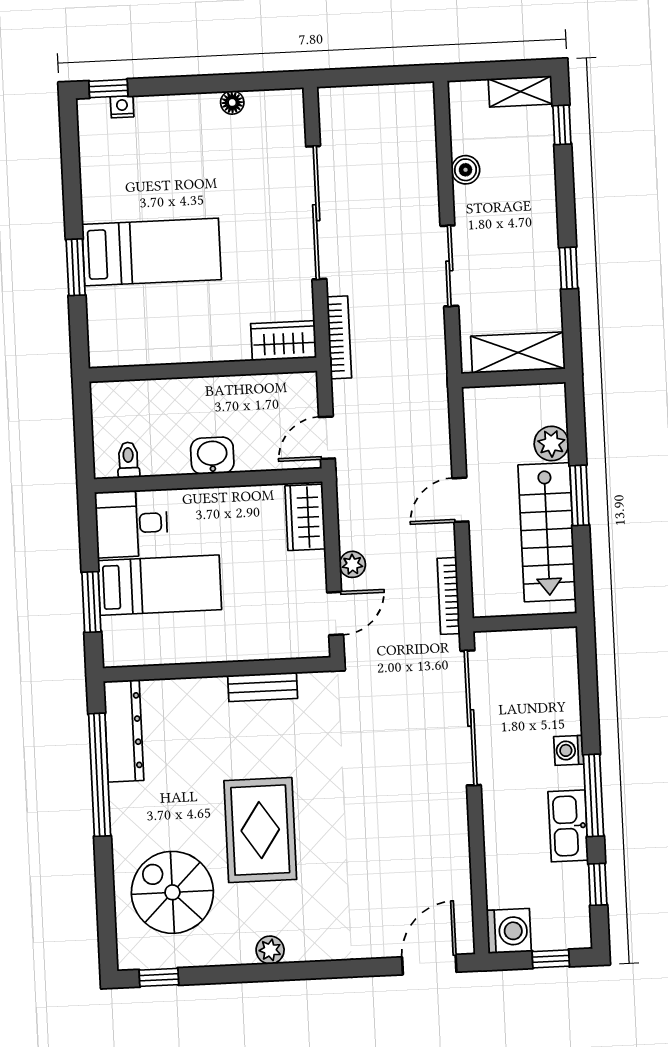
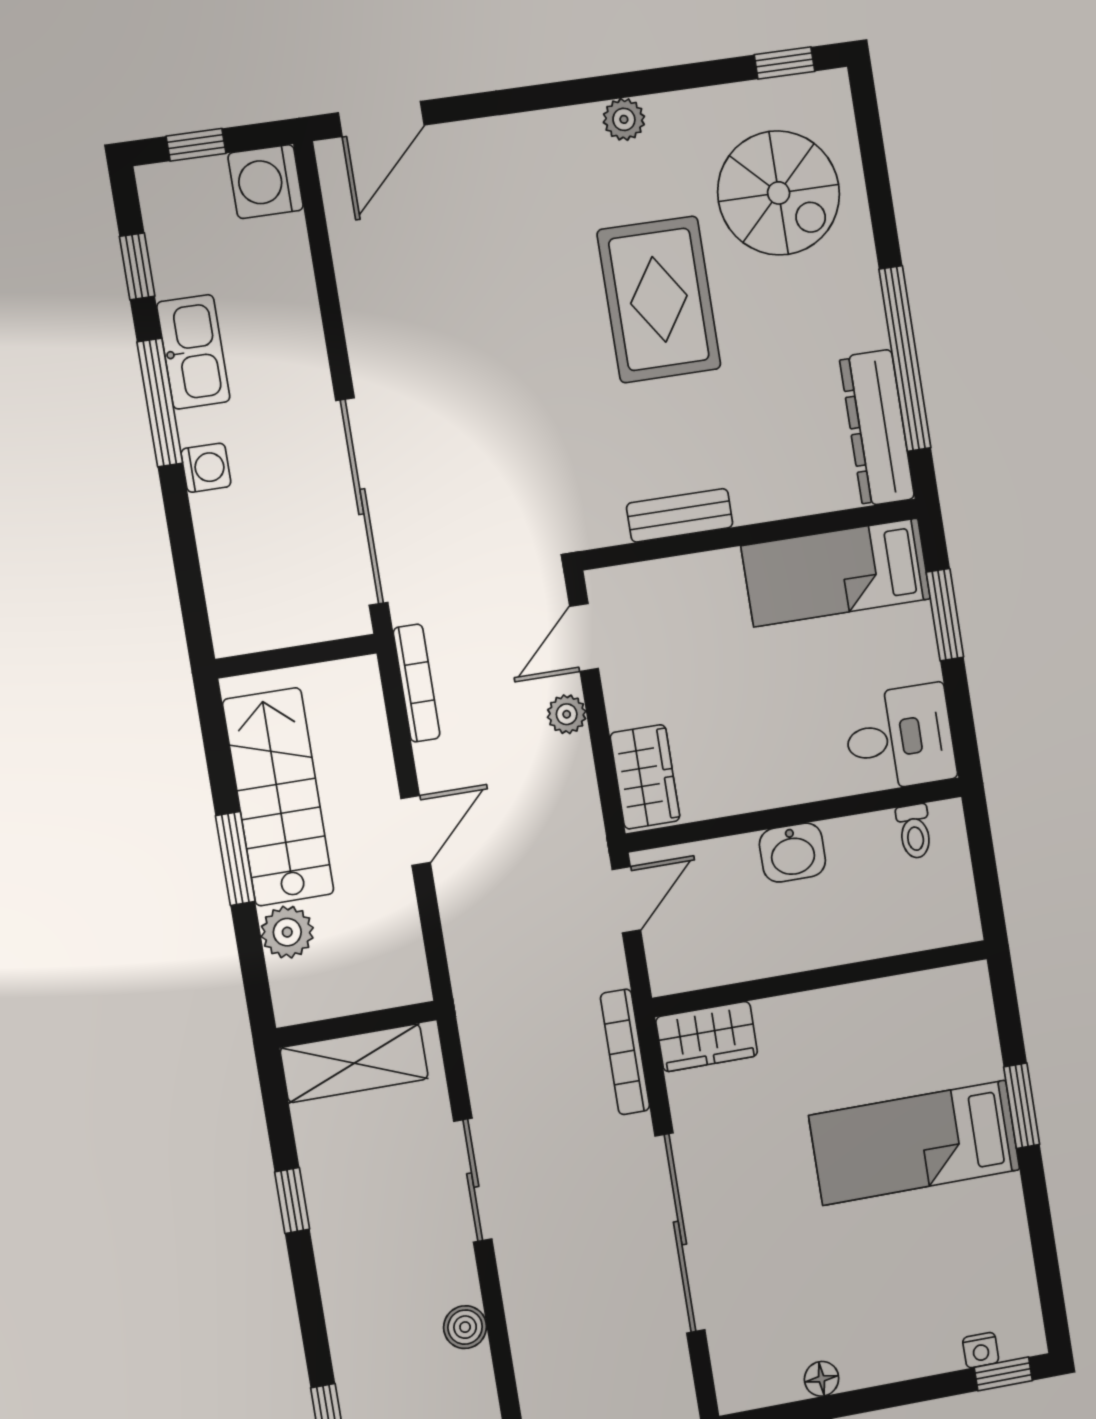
bed: (160, 585) -> (836, 572), moved

